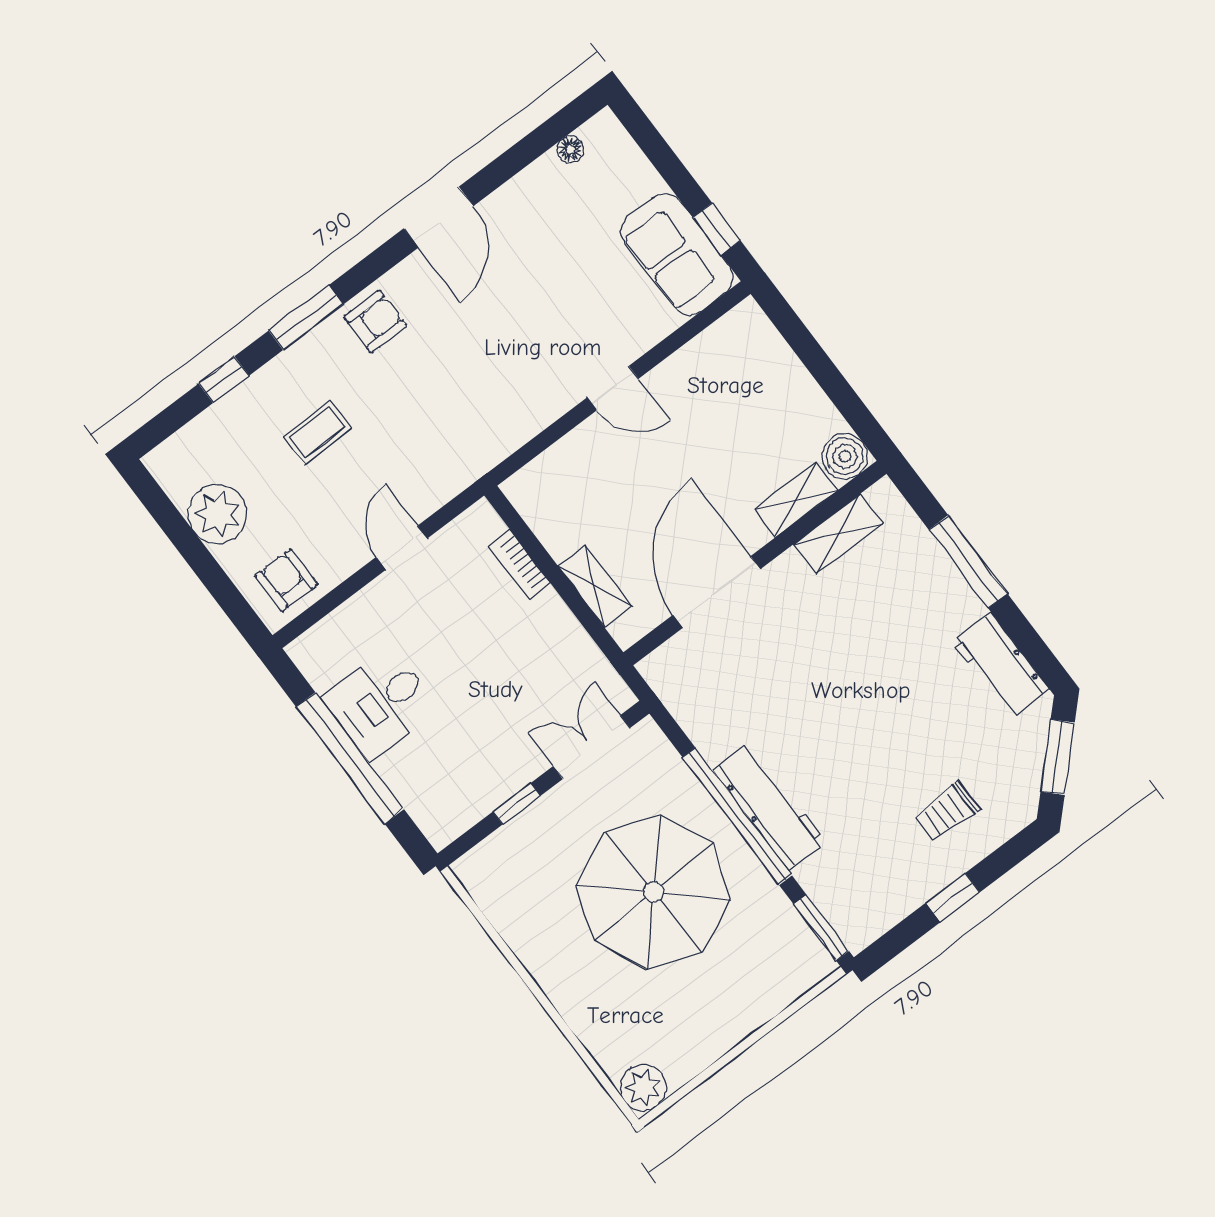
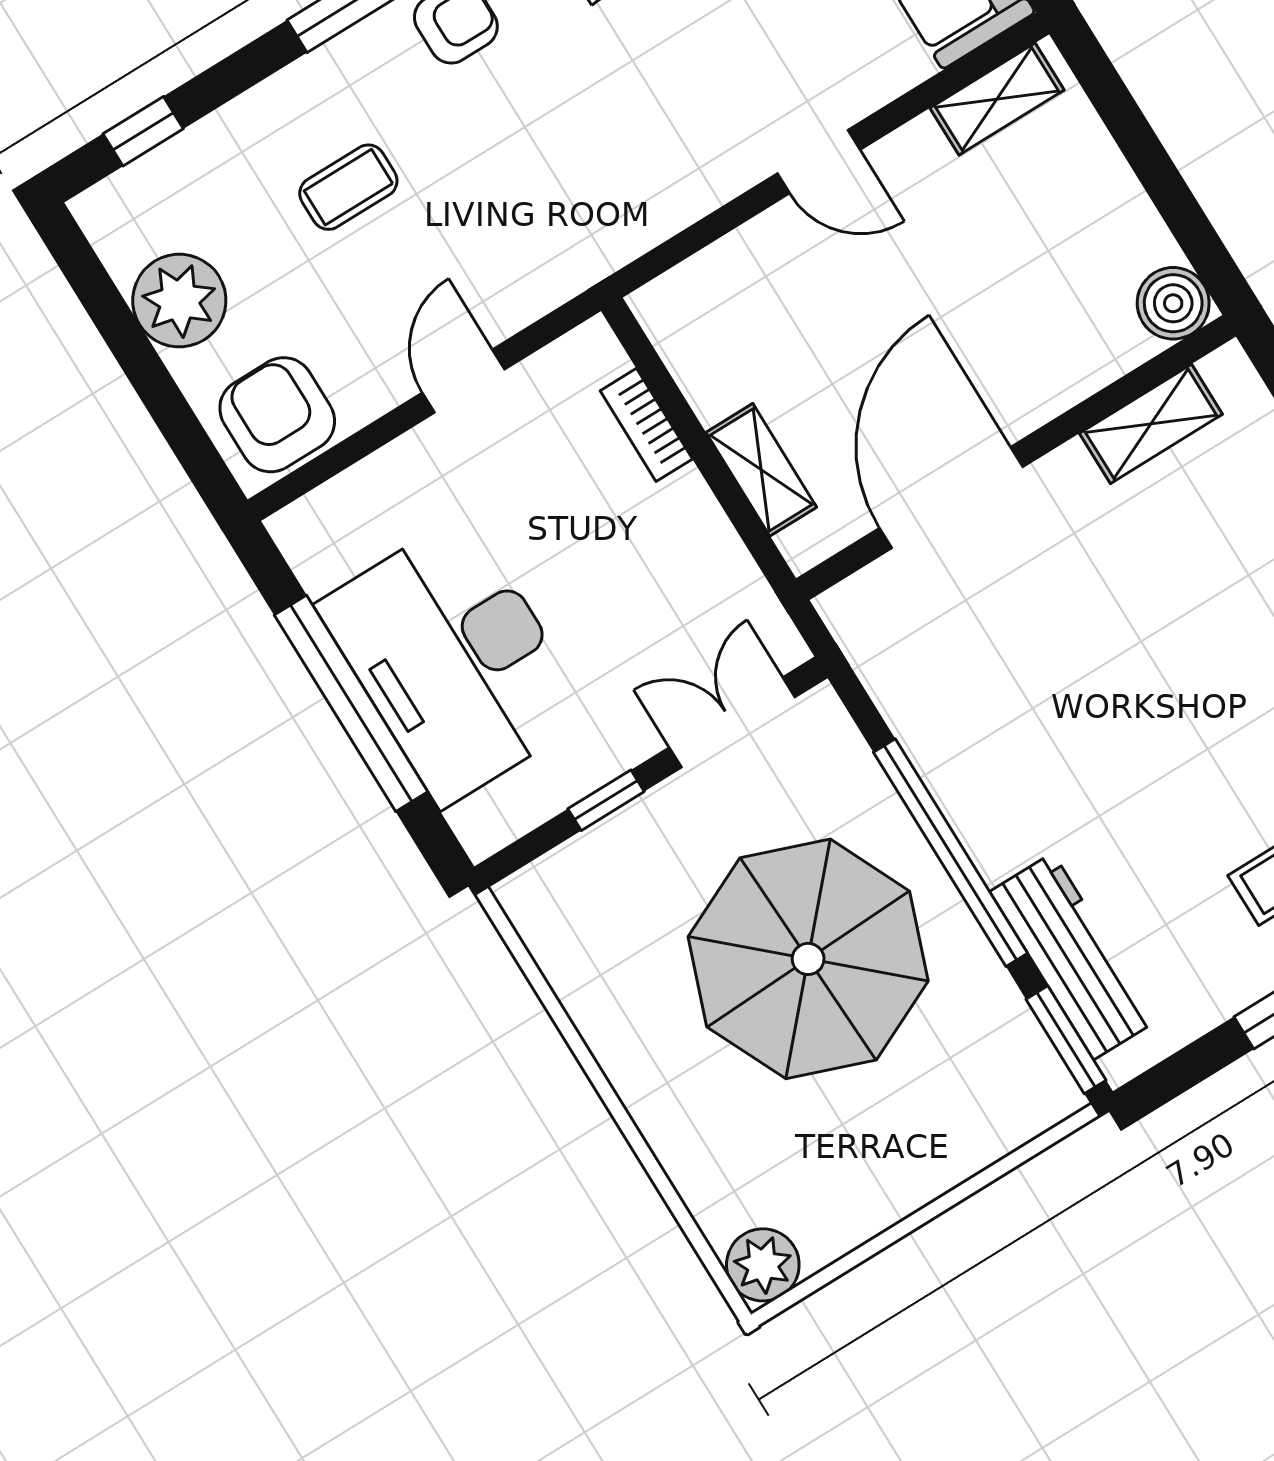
window: (224, 380) -> (143, 131), moved
shelving: (796, 500) -> (997, 99), moved
armchair: (286, 580) -> (277, 415), width x1.38, depth x1.38
desk: (380, 704) -> (454, 660), width x1.87, depth x1.30
workbench: (769, 806) -> (1073, 956), moved

